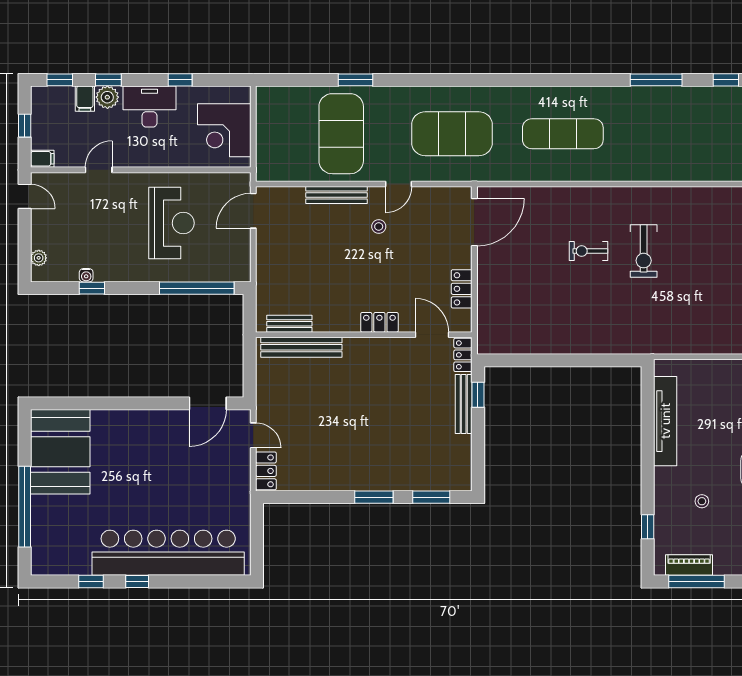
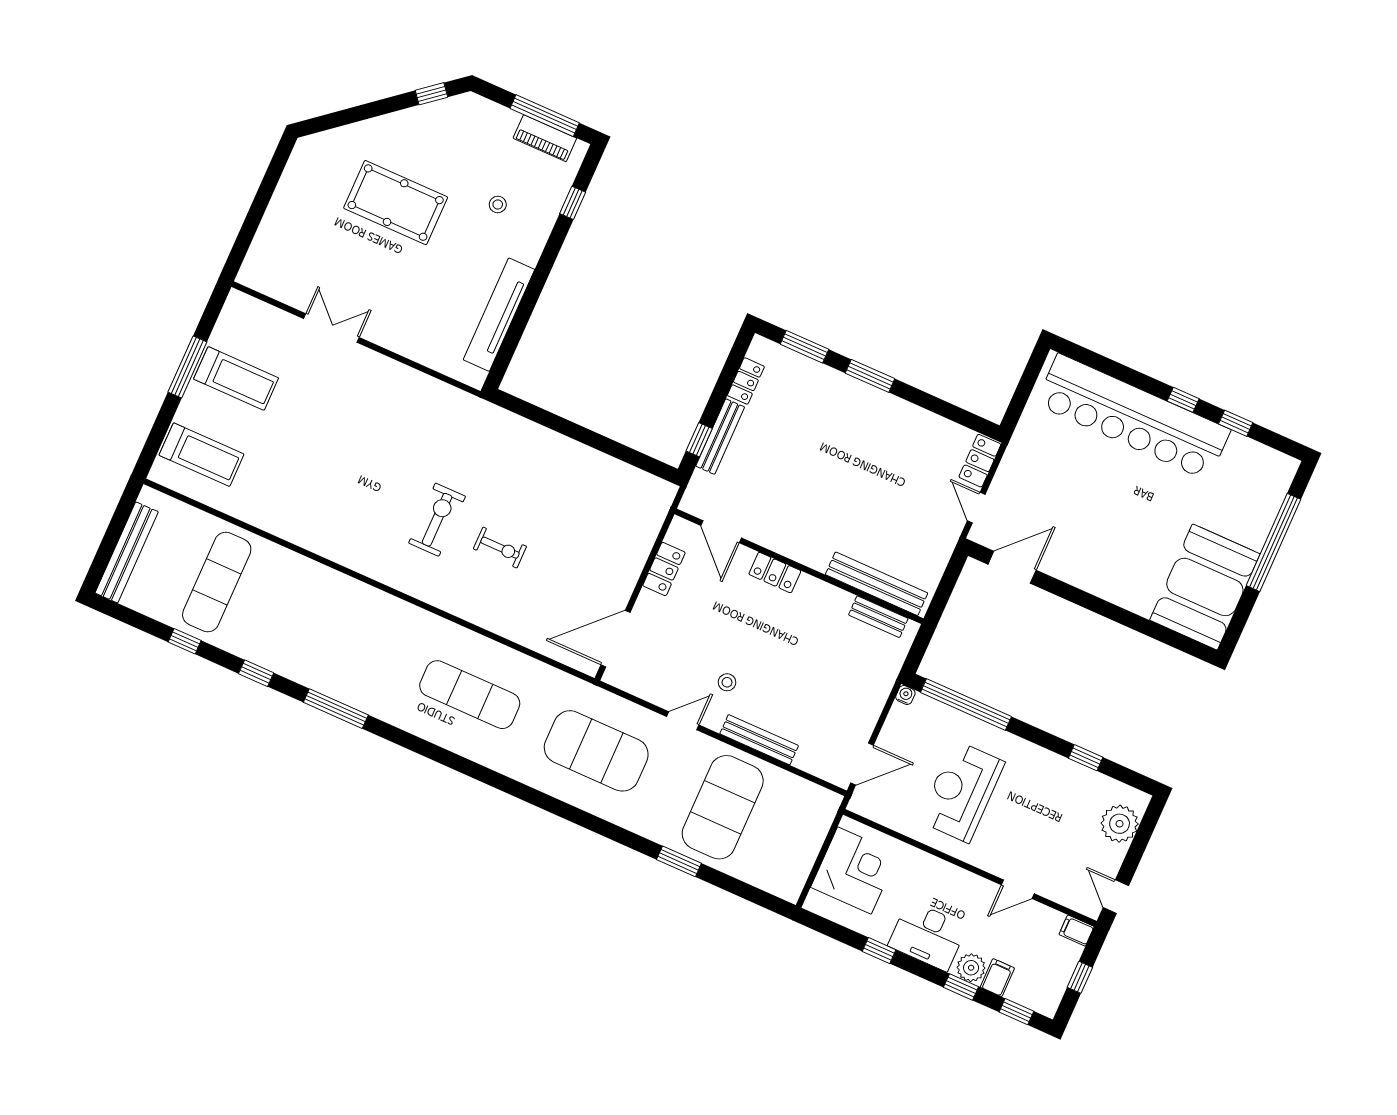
plant: (39, 258) -> (1120, 824), width x1.88, depth x1.88
water cooler: (86, 275) -> (905, 695), moved
locker: (463, 355) -> (746, 381), moved

